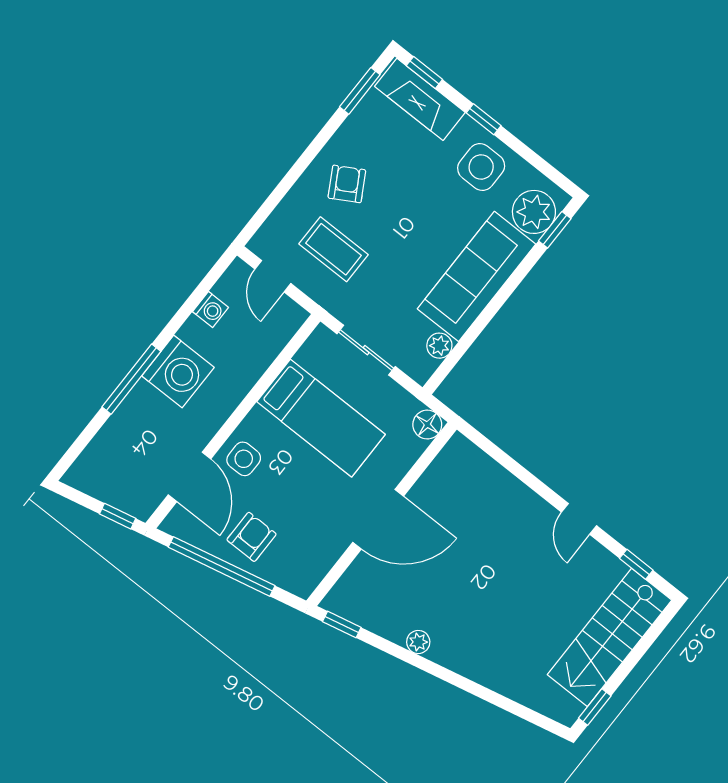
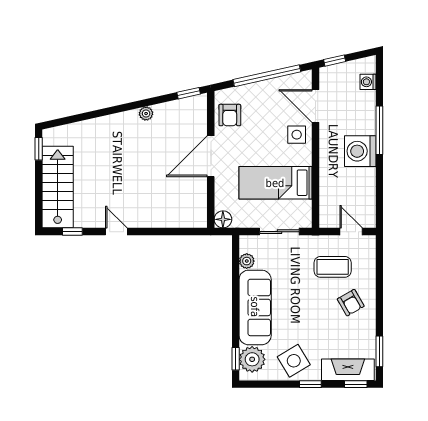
side table: (481, 167) -> (294, 361), turned -31
washing machine: (211, 309) -> (368, 82), moved
armchair: (252, 537) -> (230, 115), moved

